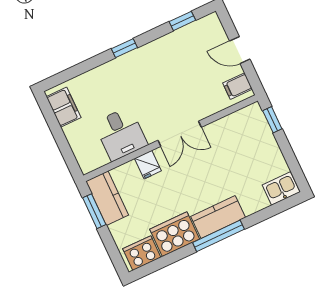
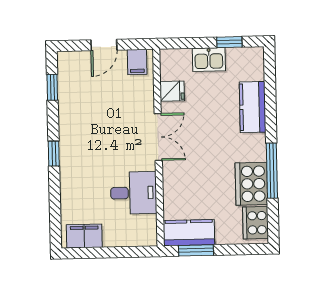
window: (272, 120) -> (229, 42), moved
fridge: (148, 165) -> (172, 91), moved
kitchen sink: (281, 189) -> (209, 60), moved, turned -90
kitchen counter: (218, 217) -> (253, 107), moved
window: (218, 236) -> (272, 171), moved

